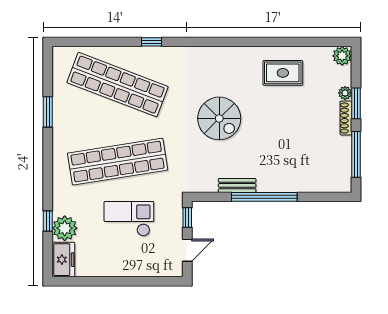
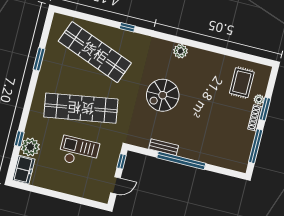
plant: (342, 56) -> (180, 51), moved
rug: (283, 73) -> (242, 83), moved, turned 90
spiral stairs: (219, 118) -> (163, 95), turned 90

